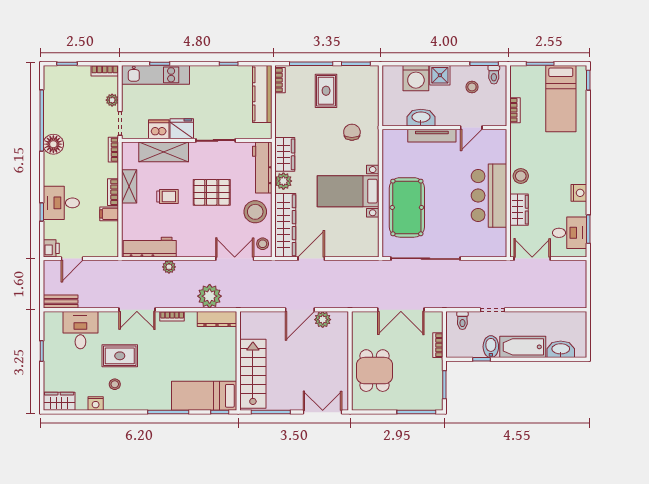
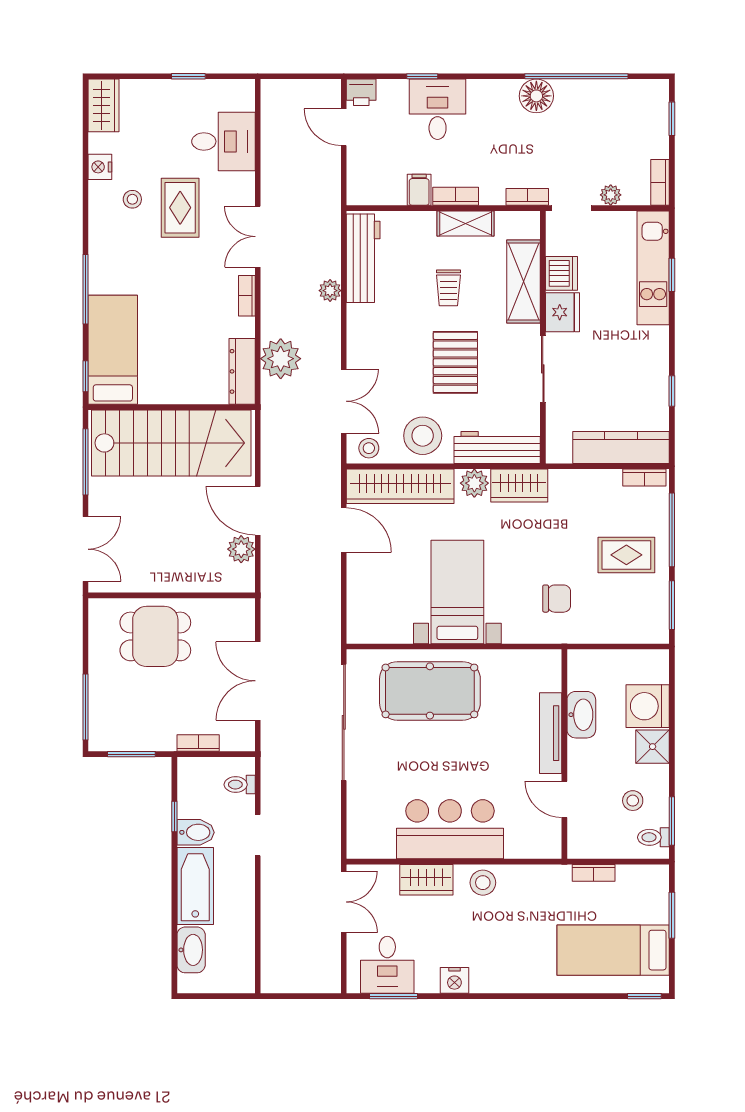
bench: (61, 302) -> (271, 108), removed
stairs: (253, 374) -> (171, 443), width x1.36, depth x1.51

